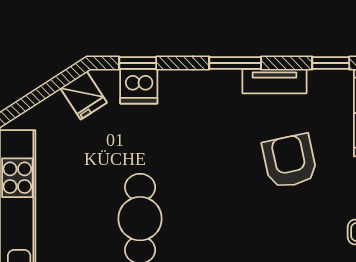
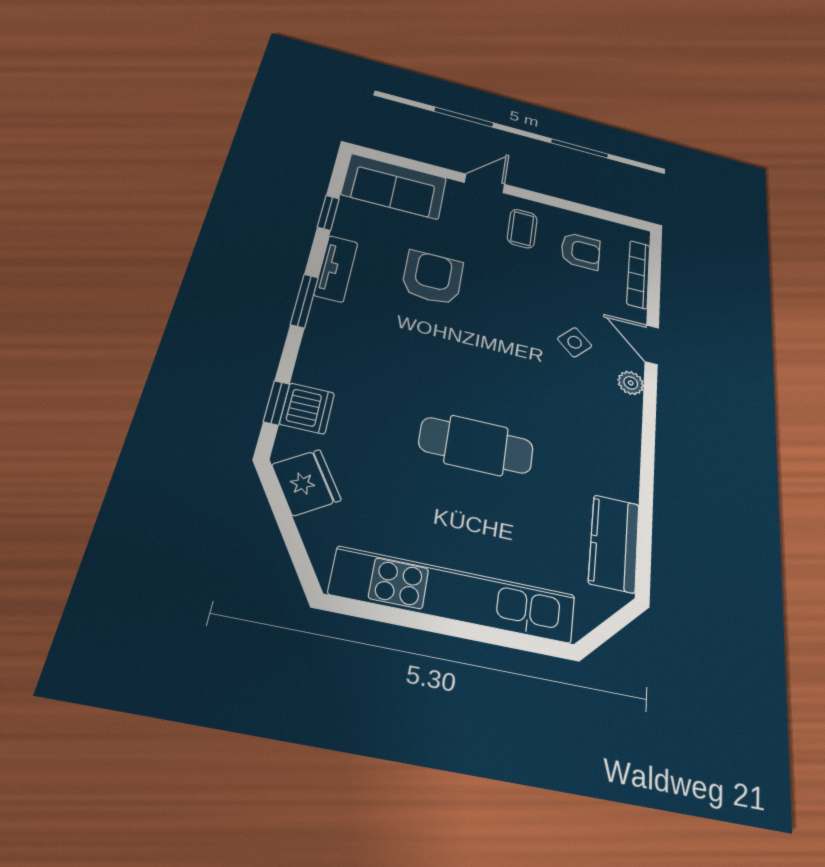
fridge: (84, 95) -> (306, 482), width x1.38
armchair: (290, 161) -> (433, 278), turned 102

